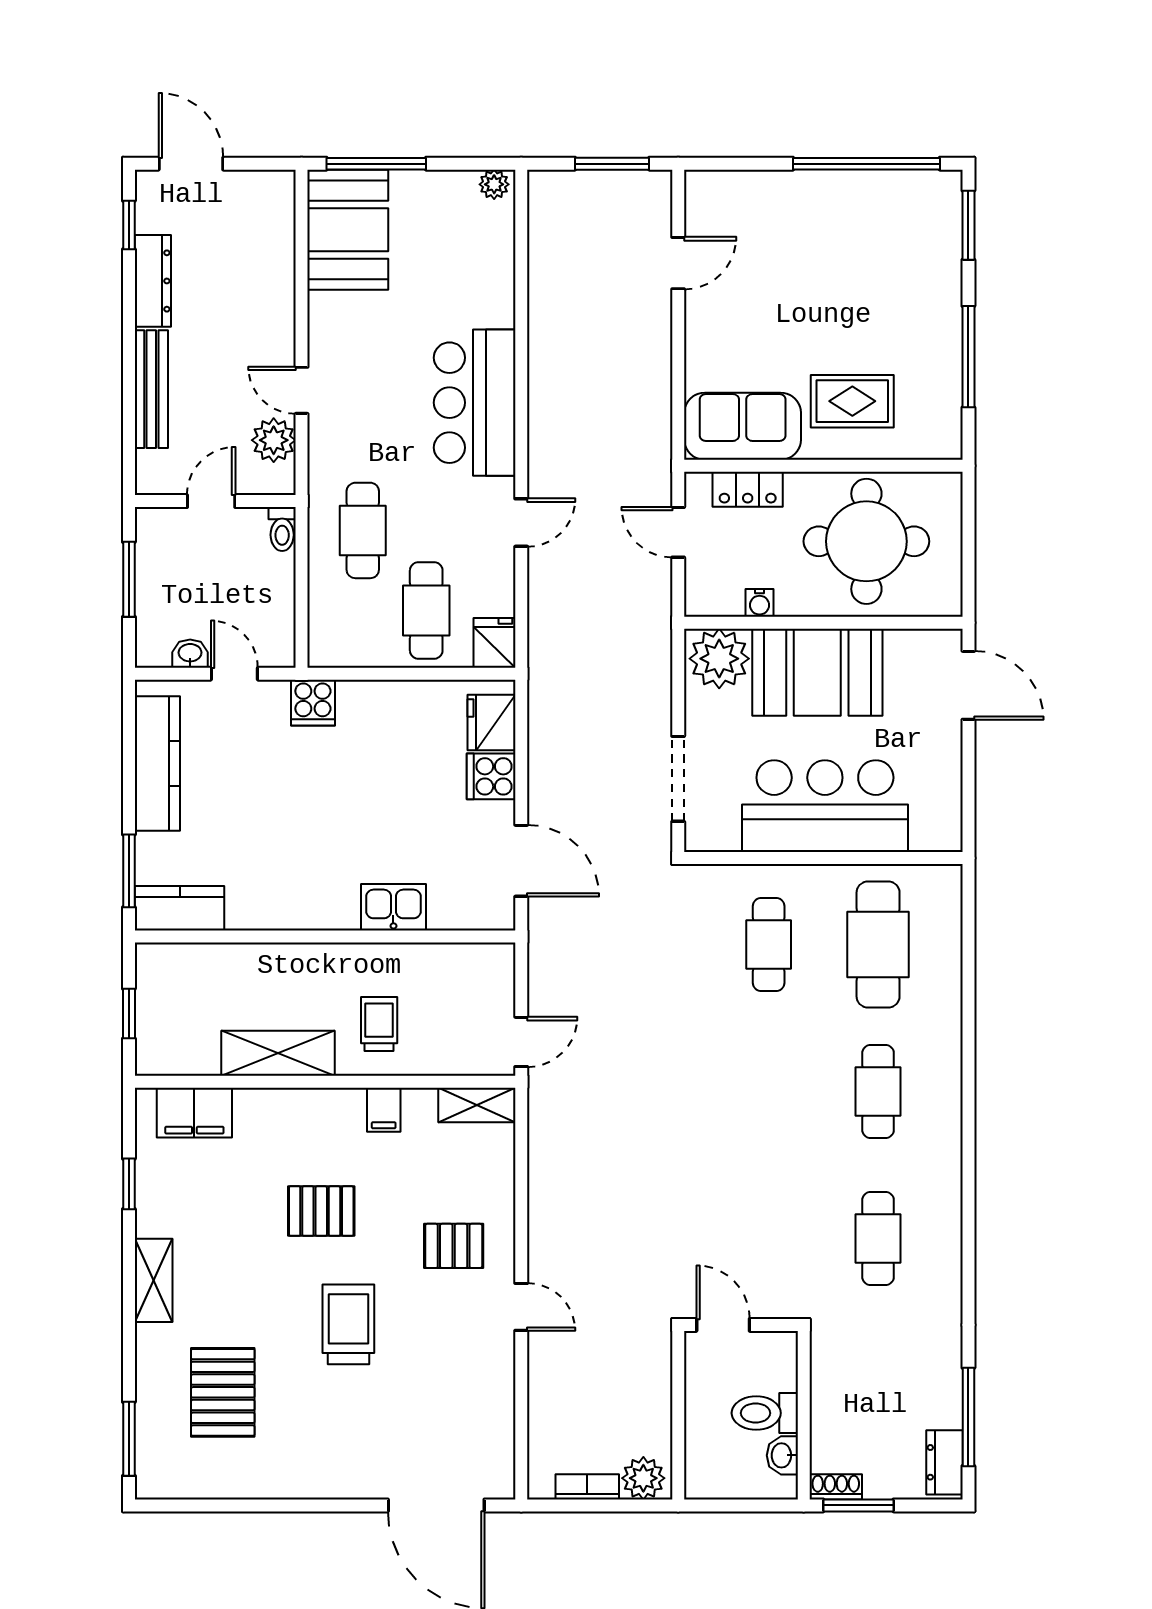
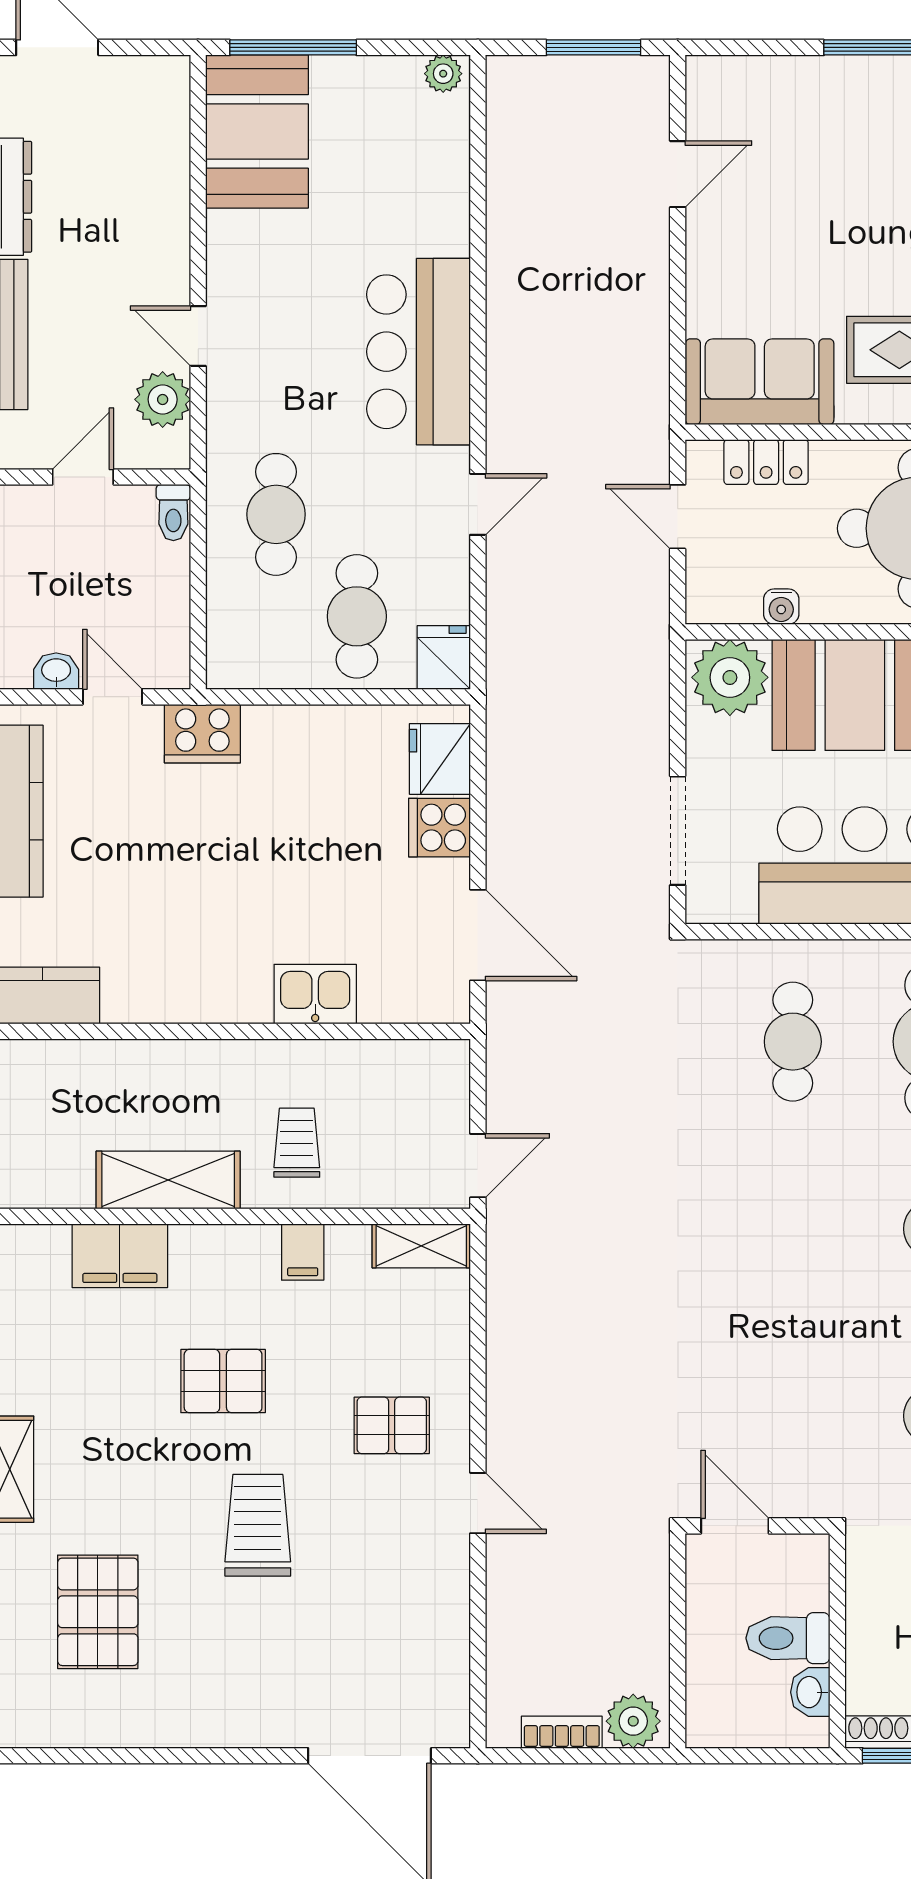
cooker: (313, 703) -> (202, 734), width x1.36
filing cabinet: (194, 1113) -> (120, 1256), moved

